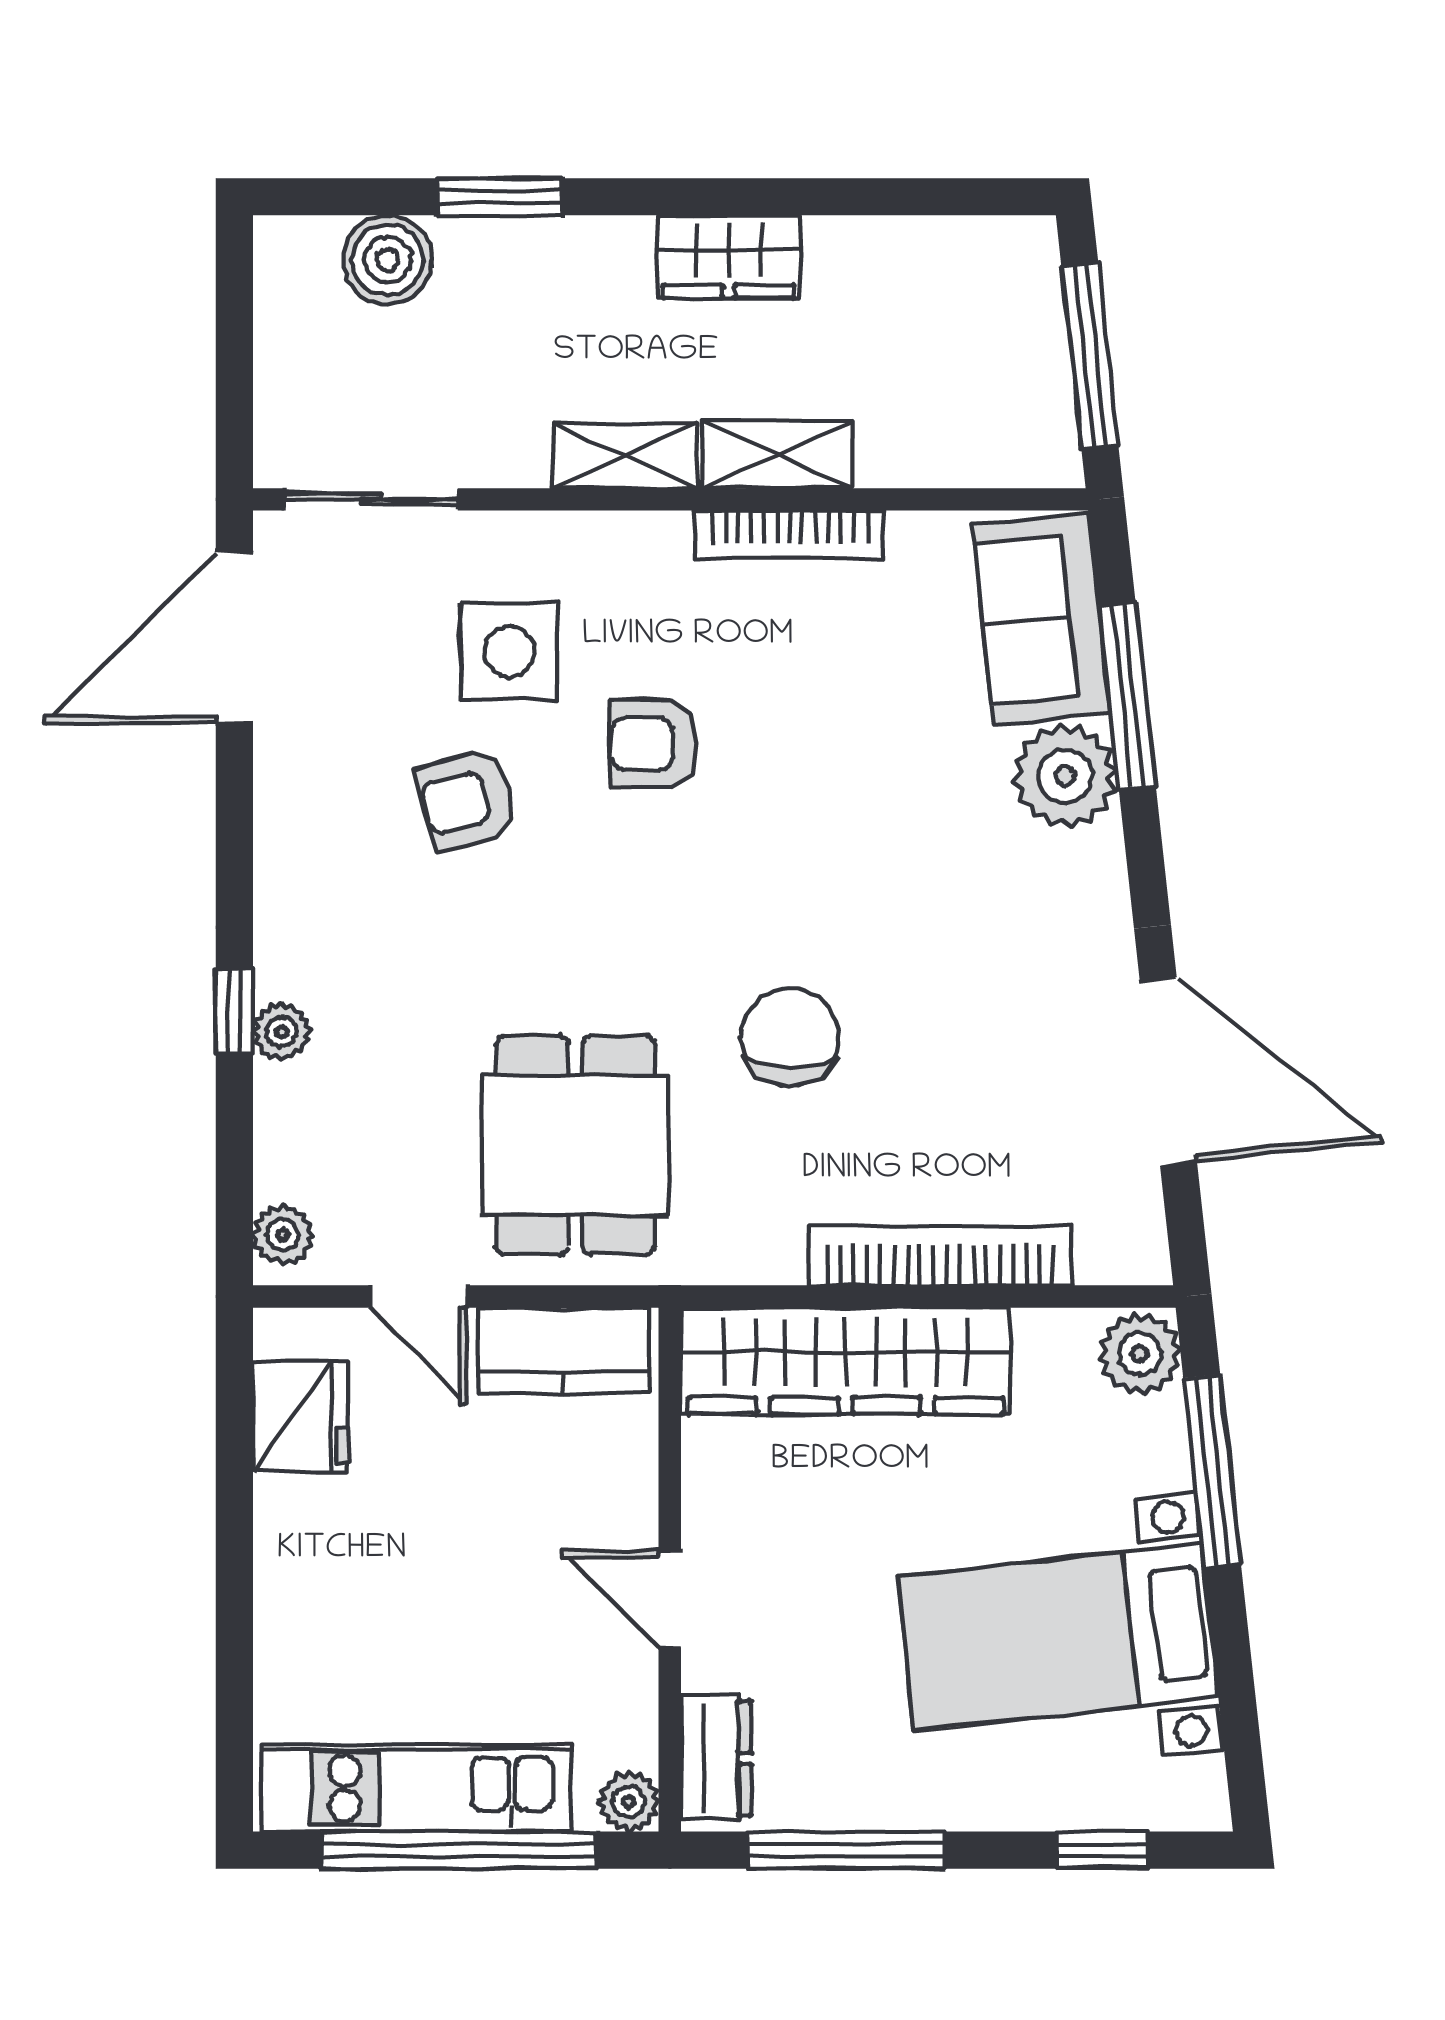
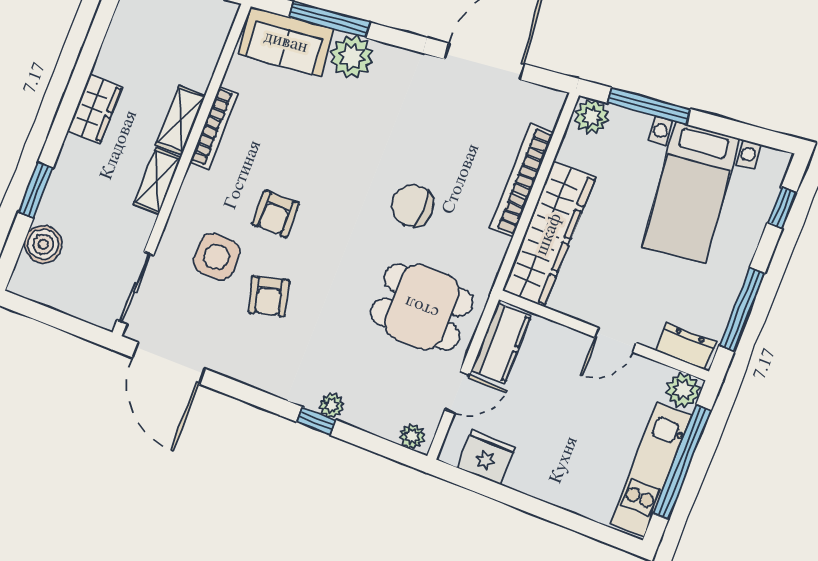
plant: (629, 1802) -> (683, 390), width x1.38, depth x1.38

